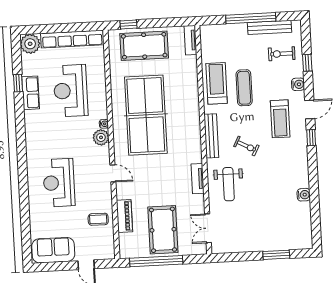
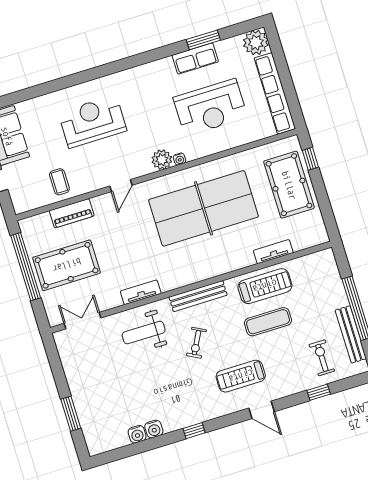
tv unit: (190, 40) -> (273, 252), moved
window: (18, 83) -> (203, 40), width x1.50
water cooler: (298, 84) -> (137, 434), moved
reception desk: (71, 91) -> (210, 107), turned 180
window: (311, 138) -> (194, 431), moved

